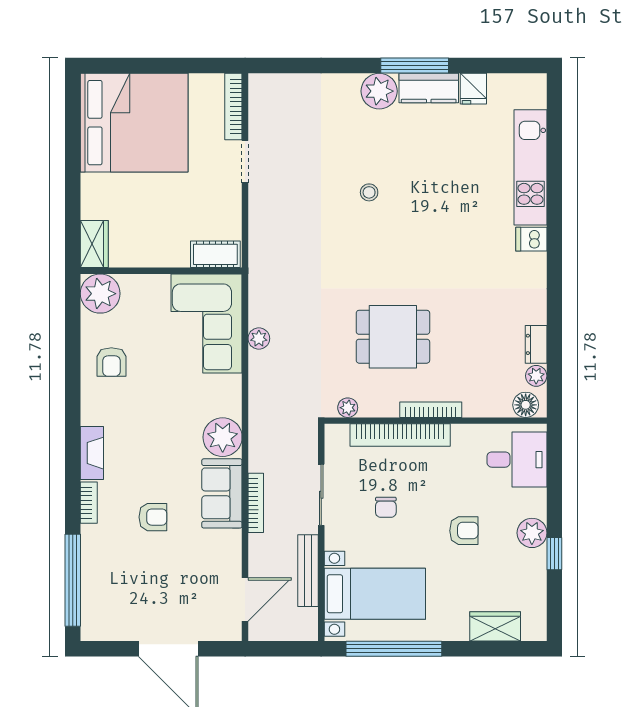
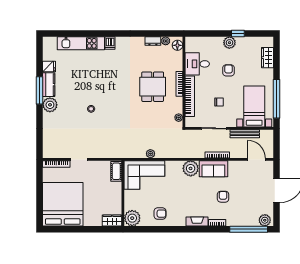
dining table: (393, 337) -> (153, 87), moved
desk: (517, 460) -> (197, 64), moved, turned -90
plant: (95, 620) -> (265, 220), added

